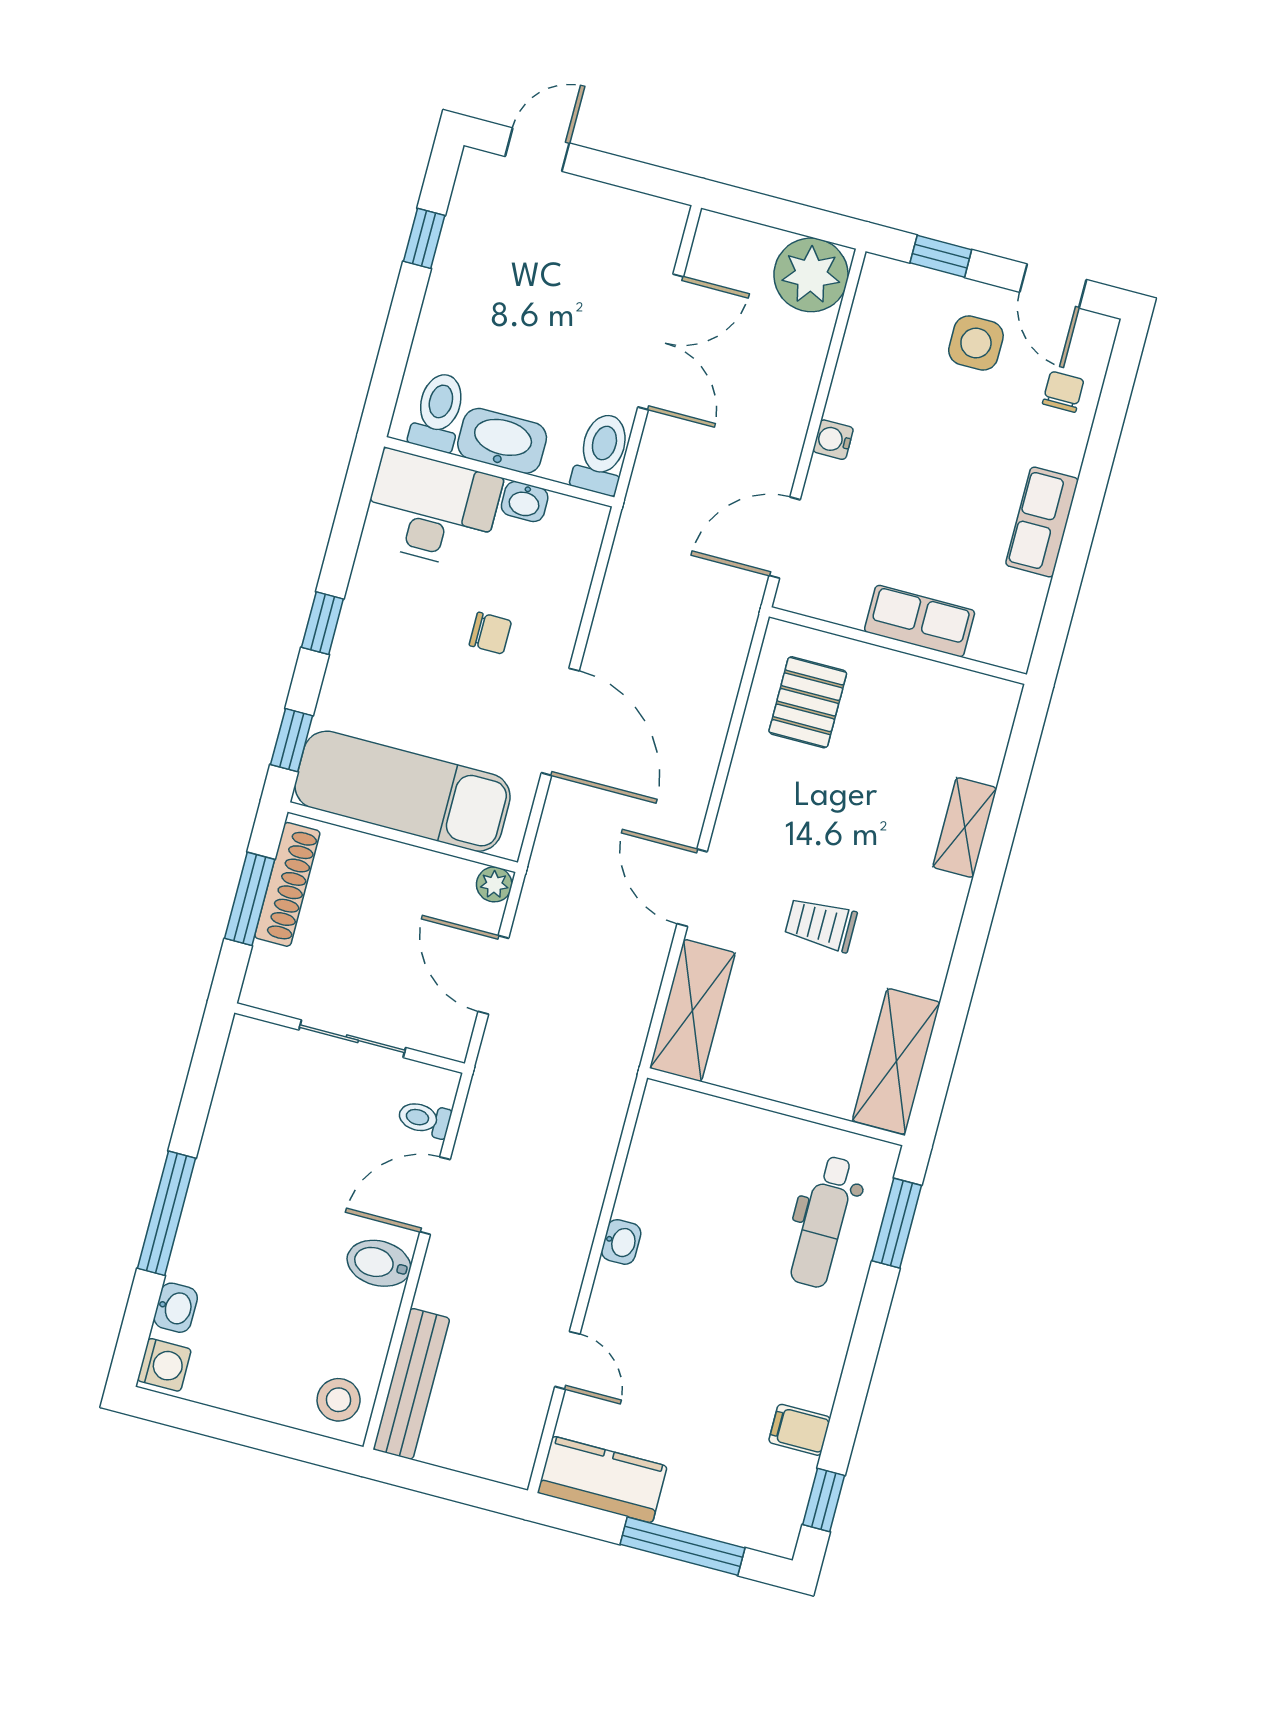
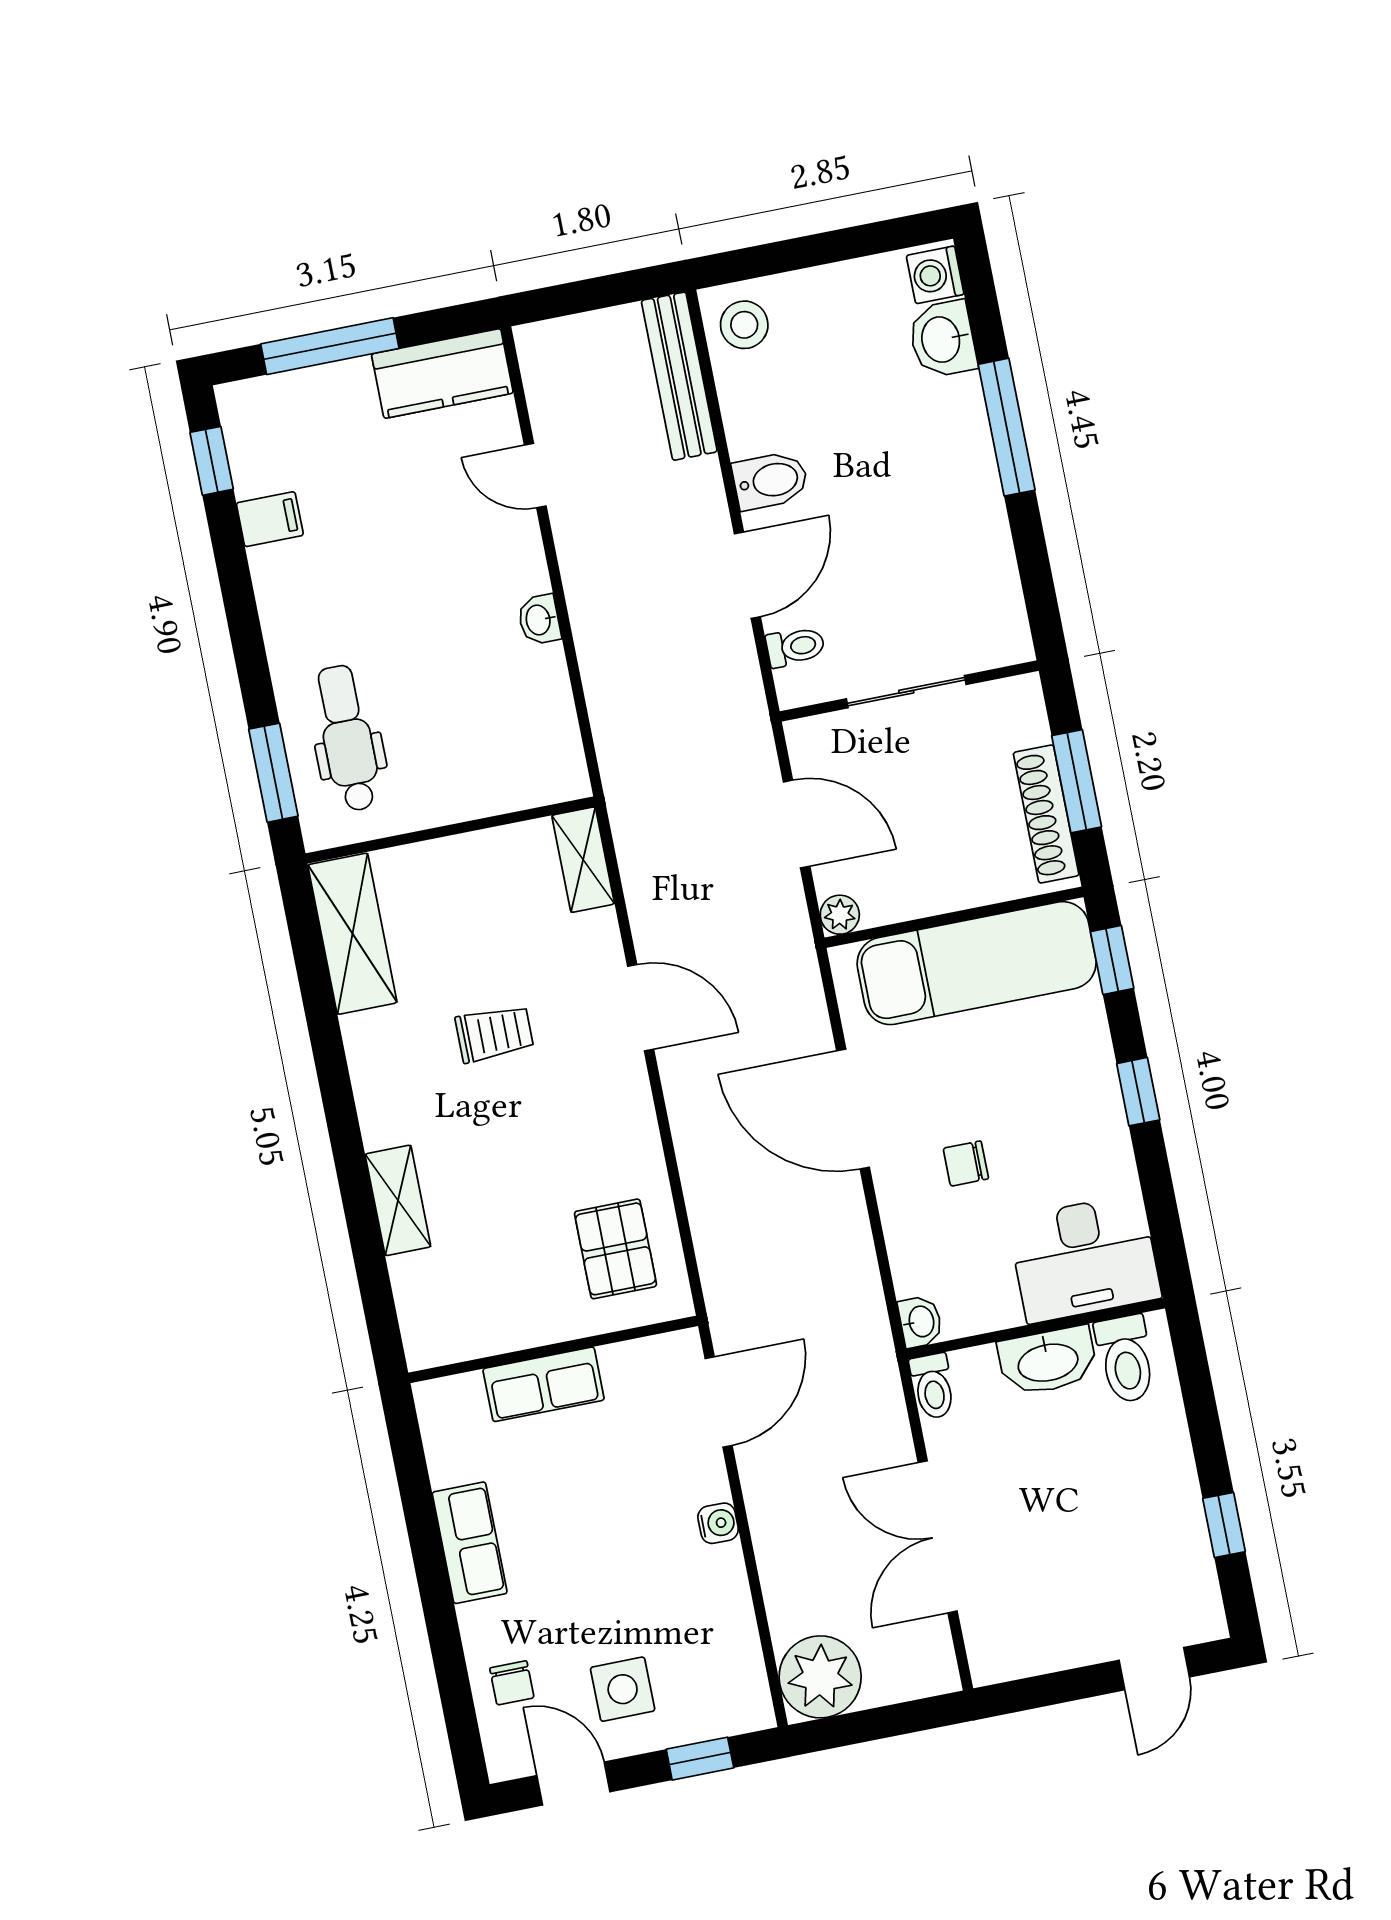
toilet: (602, 454) -> (933, 1386), width x0.73, depth x0.72
washbasin: (525, 502) -> (920, 1322), moved, turned 90
shelving: (692, 1010) -> (583, 860), width x0.67, depth x0.75
washbasin: (176, 1308) -> (942, 339), width x1.38, depth x1.45

